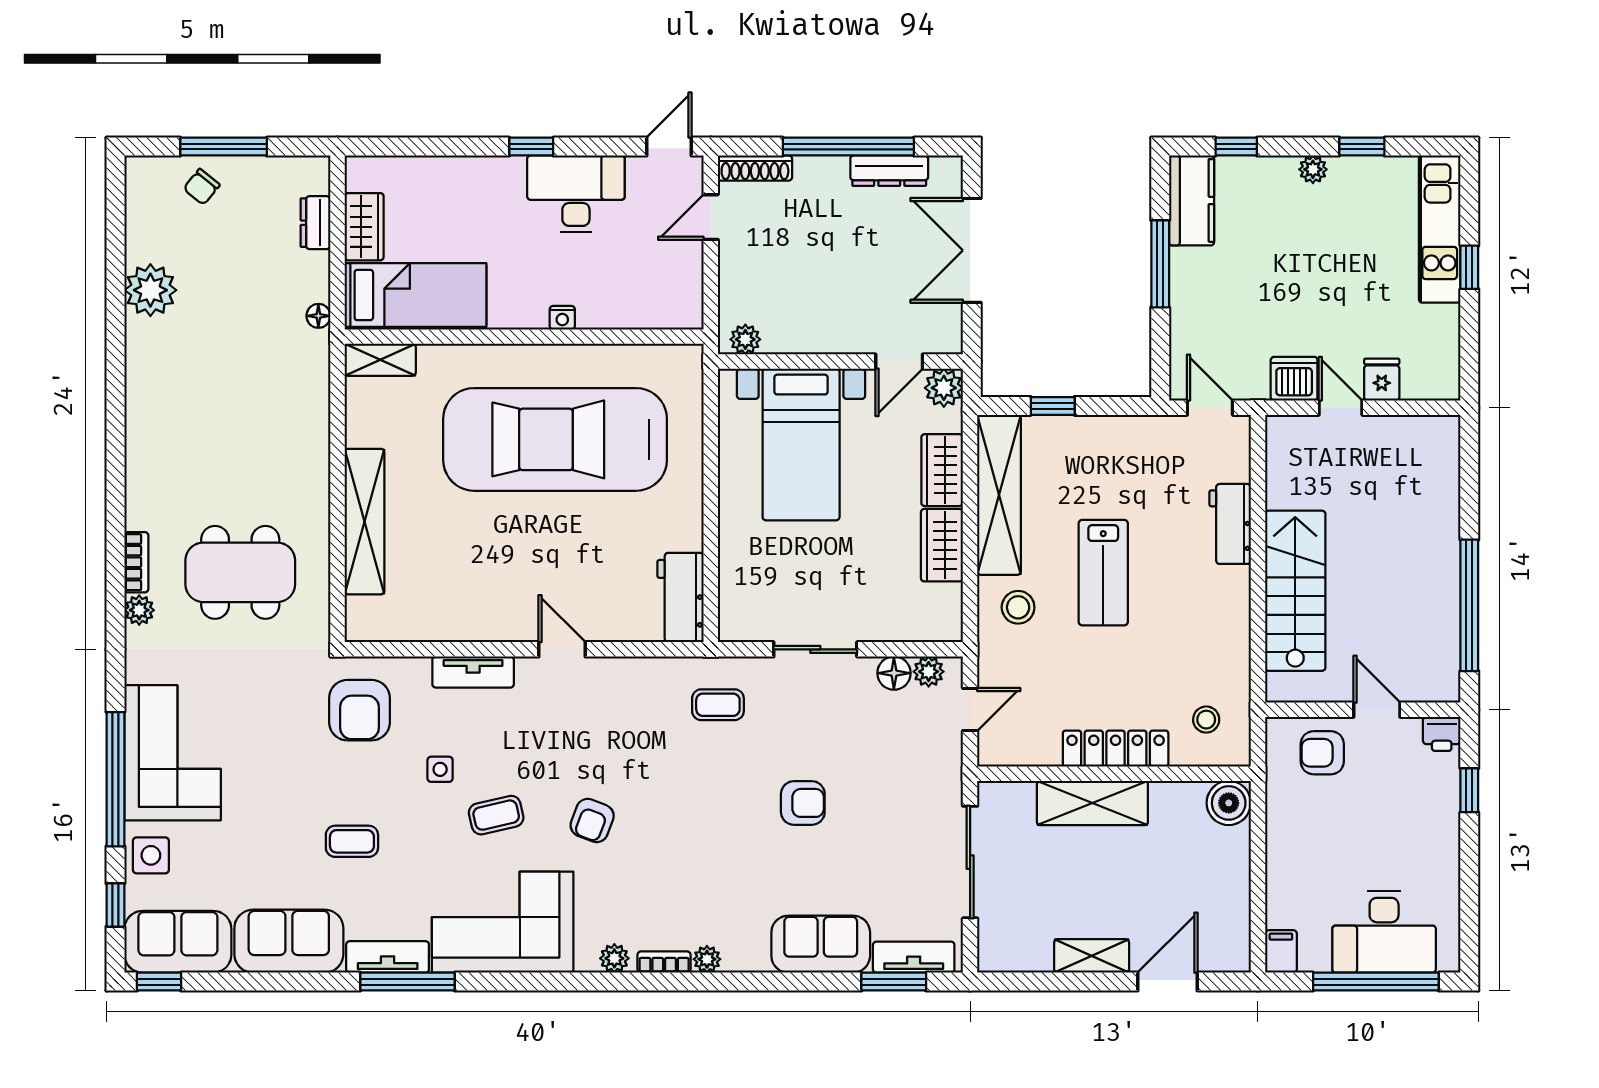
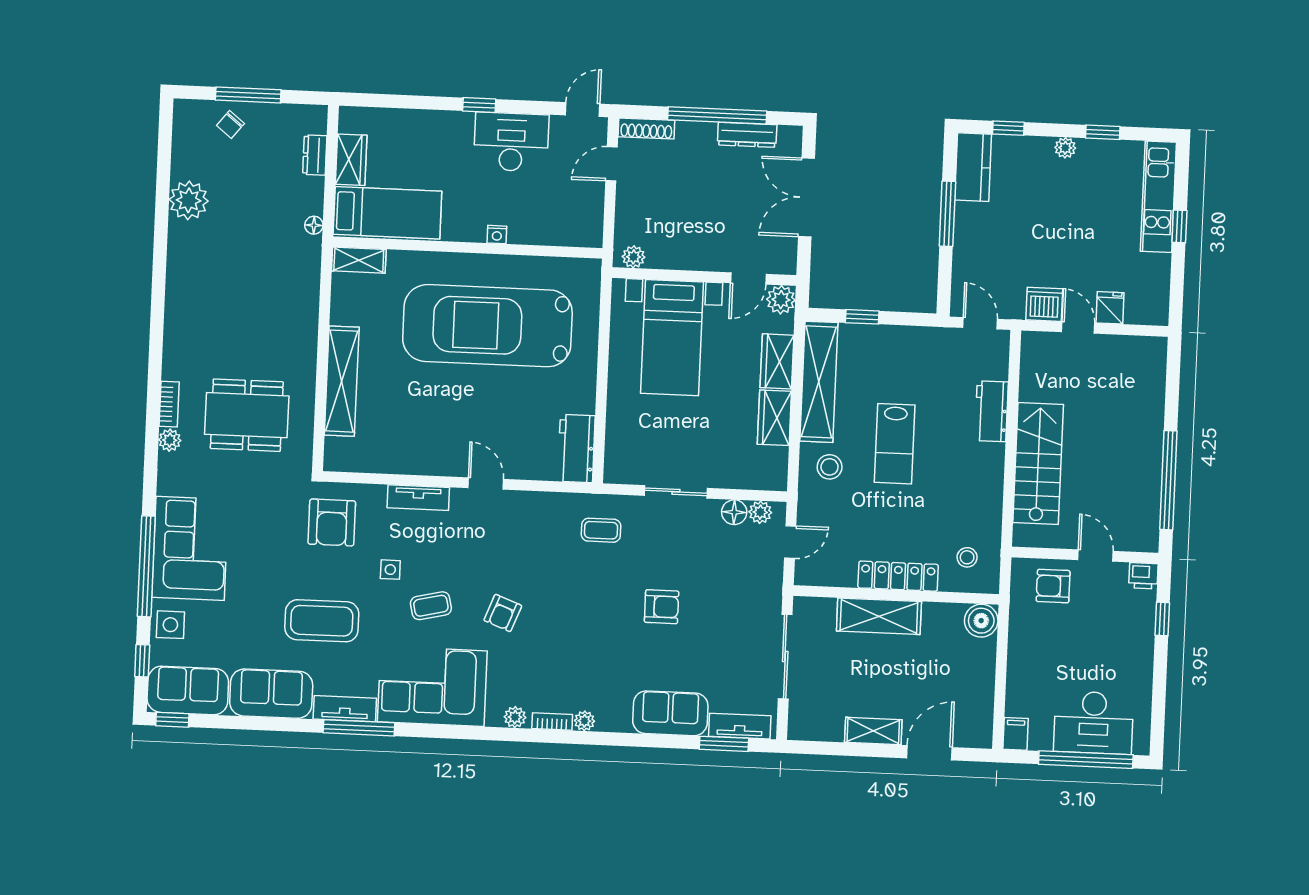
coffee table: (352, 841) -> (322, 621), width x1.86, depth x1.72

